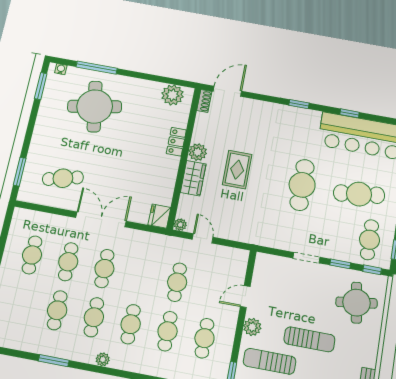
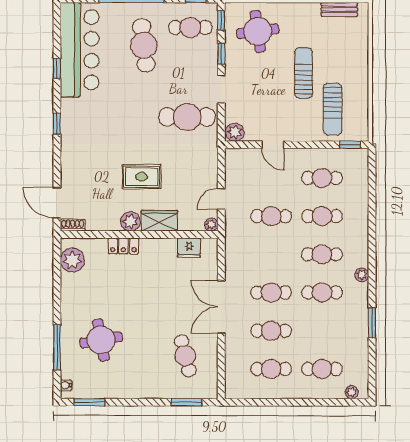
round table: (95, 106) -> (101, 340), width x0.73, depth x0.73
cafe table: (302, 185) -> (187, 117), moved
fridge: (159, 216) -> (189, 248), moved
cafe table: (57, 310) -> (322, 369), moved
plant: (252, 327) -> (235, 132), moved

